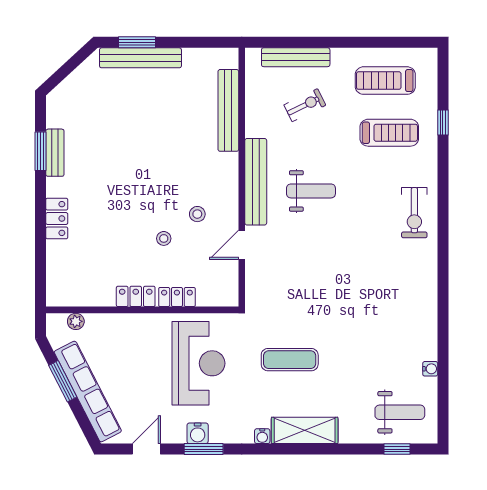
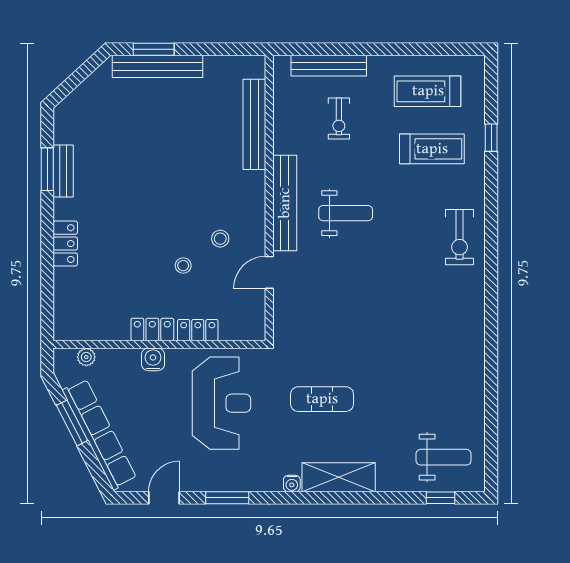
exercise bike: (305, 105) -> (339, 118), turned 116
water cooler: (430, 369) -> (477, 409), removed
water cooler: (198, 433) -> (153, 359), moved, turned 180

